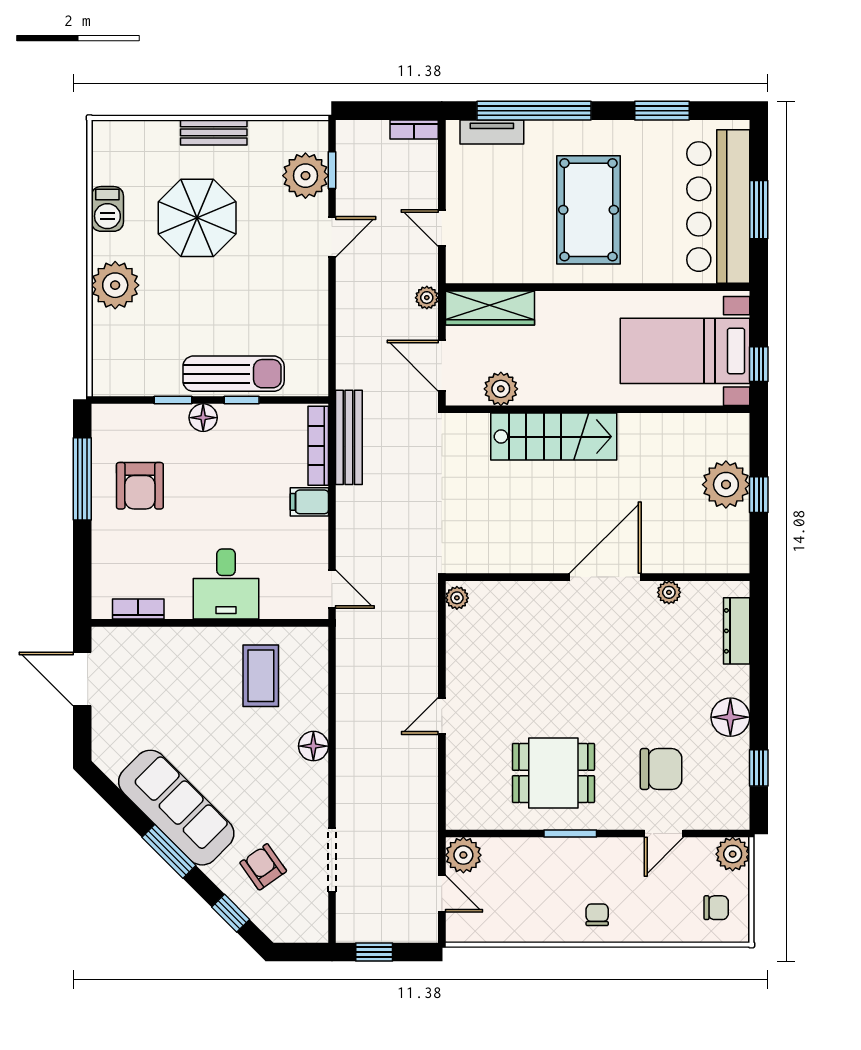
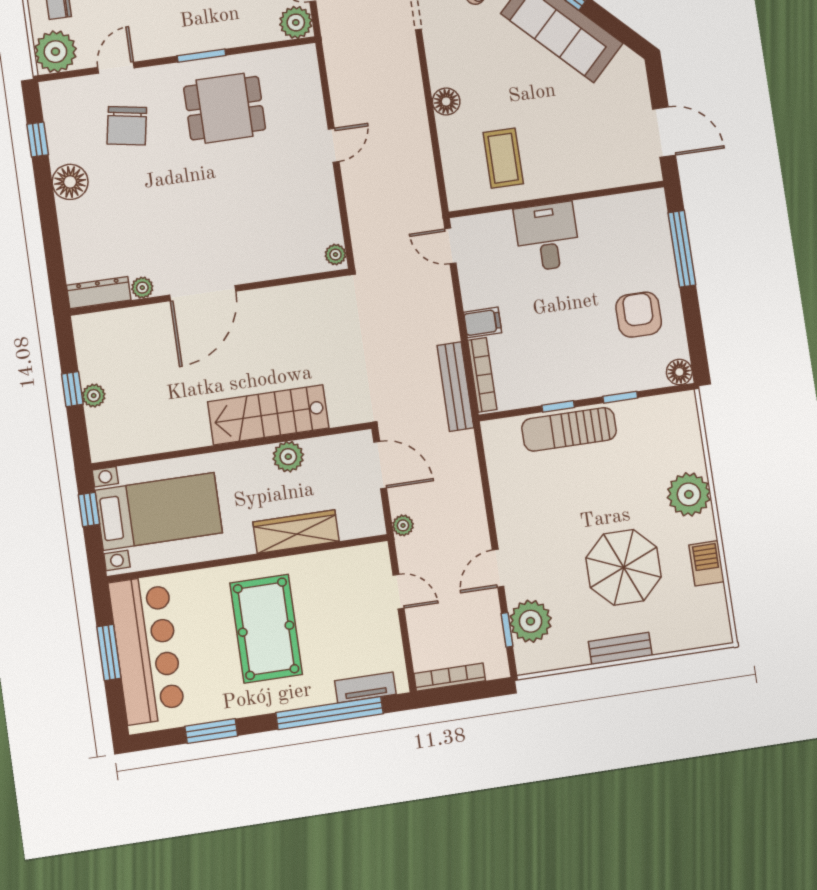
bookcase: (414, 129) -> (450, 677), width x1.56
wardrobe: (490, 308) -> (296, 532), moved
plant: (501, 389) -> (288, 457), moved
floor lamp: (203, 418) -> (679, 372), moved
window: (82, 479) -> (682, 249), moved
plant: (726, 485) -> (94, 396), width x0.53, depth x0.53
bookcase: (138, 609) -> (623, 203), removed
dresser: (737, 631) -> (99, 293), moved, turned -90
chair: (661, 769) -> (127, 126), turned -80
plant: (733, 854) -> (55, 52), width x1.36, depth x1.36

